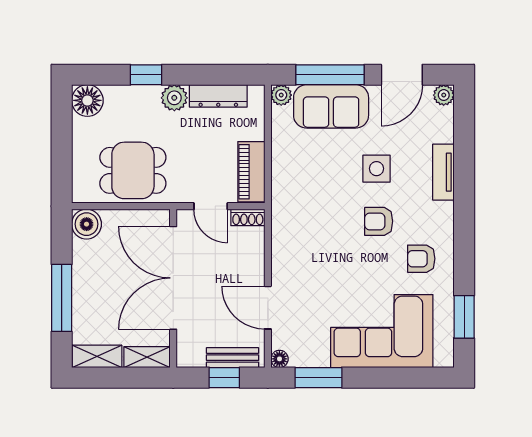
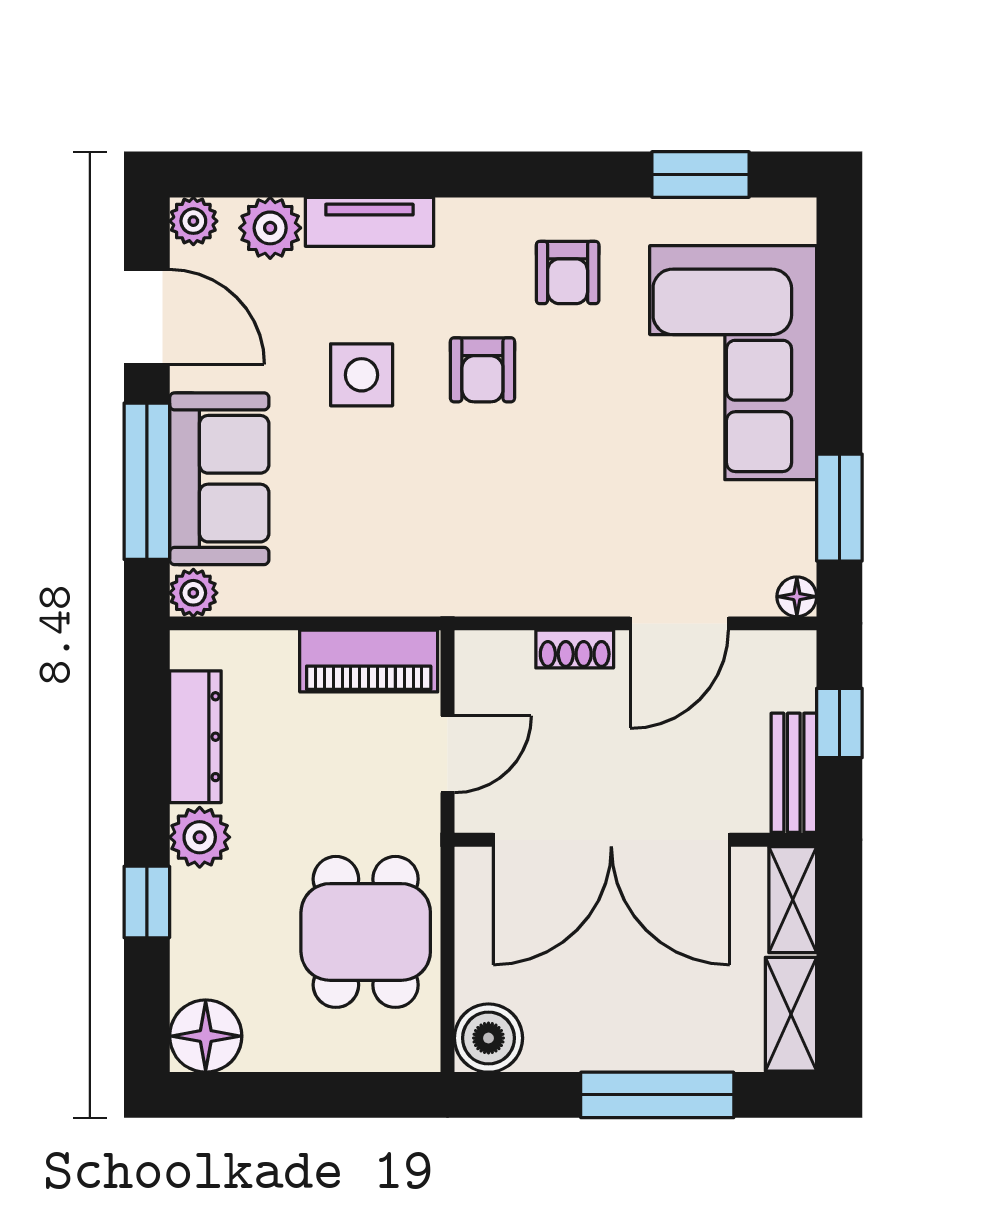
plant: (441, 129) -> (270, 228), added
shoe rack: (248, 217) -> (575, 649), moved, turned 90
bench: (233, 358) -> (794, 773), moved

